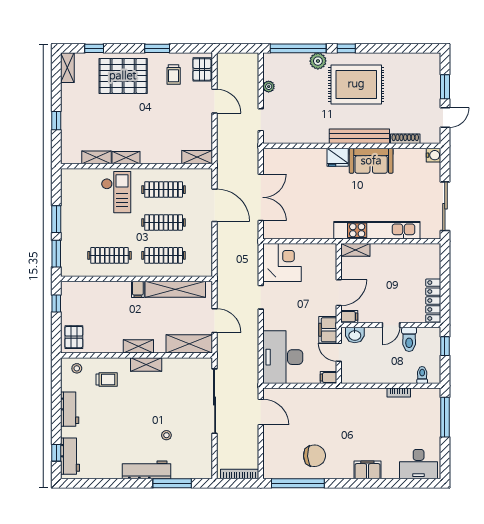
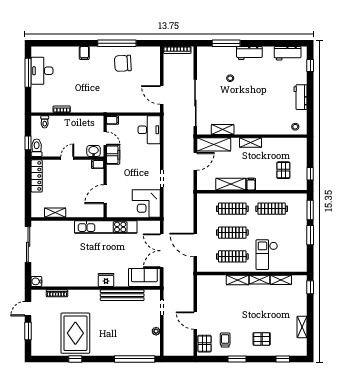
window: (346, 48) -> (75, 359), moved
plant: (318, 61) -> (120, 350), removed
shelving: (67, 68) -> (302, 327), moved
pallet: (123, 76) -> (262, 339), width x0.49, depth x0.50
rug: (356, 84) -> (75, 333), moved, turned 90
window: (56, 121) -> (310, 287), moved
bench: (359, 136) -> (122, 295), moved
shelving: (197, 157) -> (238, 280), moved
sofa: (371, 161) -> (144, 277), moved
kitchen unit: (377, 230) -> (106, 227), moved
shelving: (355, 250) -> (55, 213), moved
shelving: (175, 289) -> (231, 184), width x0.68
door: (339, 293) -> (105, 194), moved
door: (215, 321) -> (195, 161), swing flipped
pallet: (74, 337) -> (283, 170), moved
toilet: (409, 339) -> (37, 148), moved
desk: (283, 357) -> (149, 130), width x0.73, depth x0.77
shelving: (146, 365) -> (223, 130), moved
trolley: (107, 379) -> (274, 119), removed
window: (445, 417) -> (28, 73), moved
workbench: (70, 456) -> (288, 53), moved, turned -90
desk: (419, 464) -> (42, 71), moved, turned -90
workbench: (147, 470) -> (249, 53), width x0.73
filing cabinet: (367, 470) -> (84, 53), width x0.50
window: (298, 483) -> (117, 43), moved

